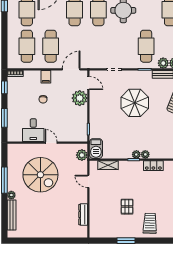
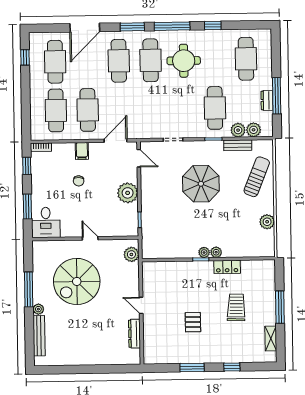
plant: (80, 98) -> (128, 193), moved
desk: (33, 130) -> (46, 222), moved
barbecue: (96, 149) -> (150, 245), removed
shelving: (108, 165) -> (167, 267), removed
spiral stairs: (40, 175) -> (77, 281), turned 90
door: (88, 181) -> (141, 305), moved
trolley: (150, 223) -> (236, 307), moved
window: (156, 241) -> (232, 367), added

